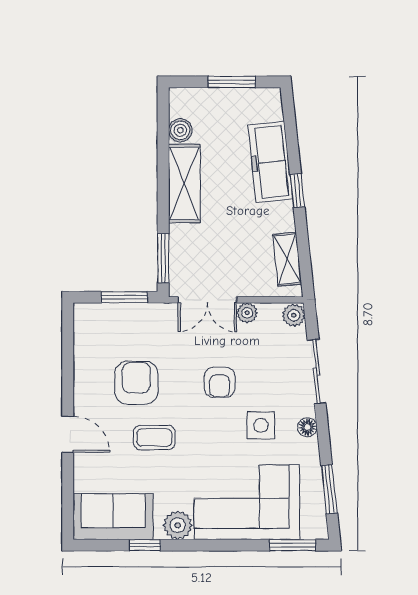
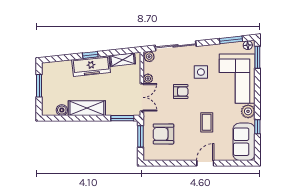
freezer: (270, 162) -> (91, 66), moved
sliding door: (317, 372) -> (176, 46), width x1.37
armchair: (136, 383) -> (163, 134), moved
floor lamp: (307, 427) -> (248, 45), moved

